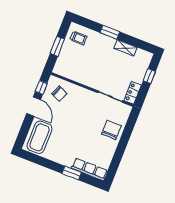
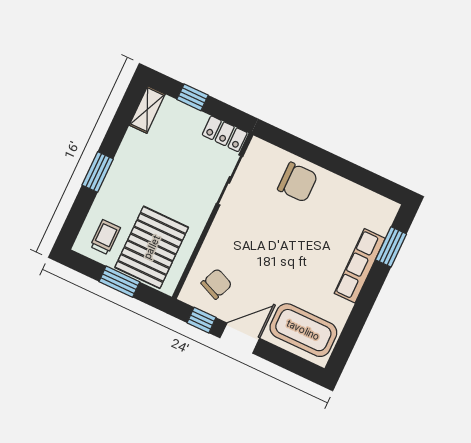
shelving: (125, 48) -> (147, 110), moved
pallet: (75, 61) -> (152, 247), added
chair: (111, 130) -> (298, 182), turned 180
row of seats: (89, 169) -> (360, 266), moved
window: (72, 173) -> (391, 247), moved

